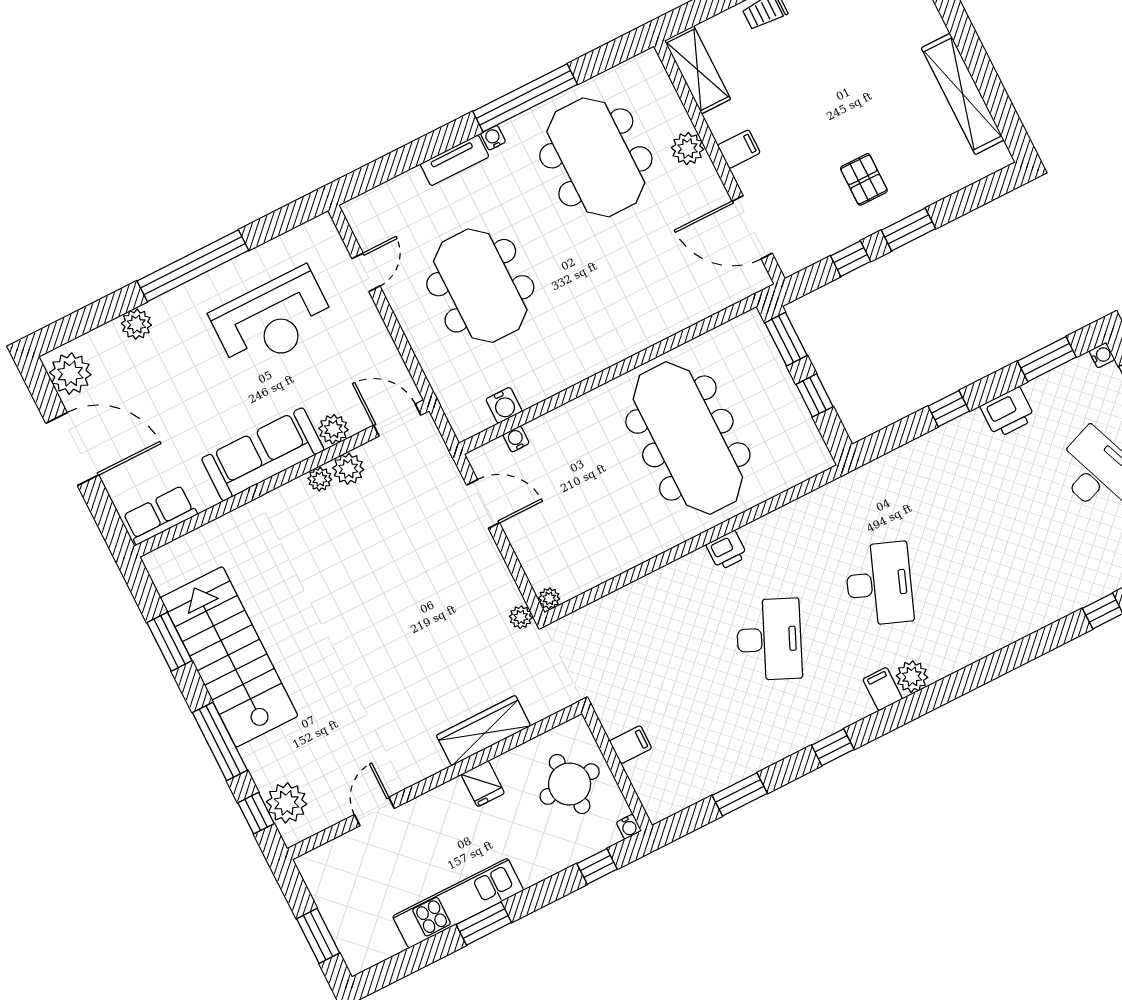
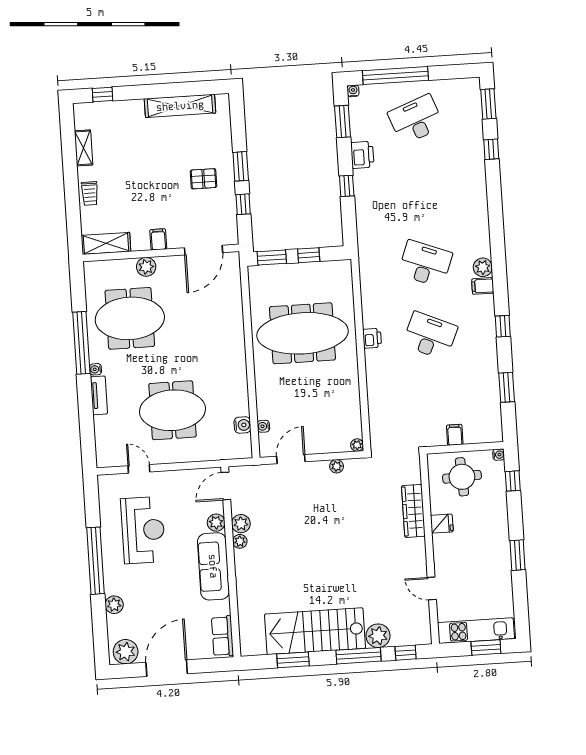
plant: (521, 617) -> (337, 466), moved
plant: (287, 803) -> (378, 636), moved
kitchen unit: (458, 903) -> (476, 631), moved, turned 90

